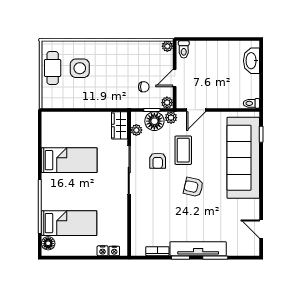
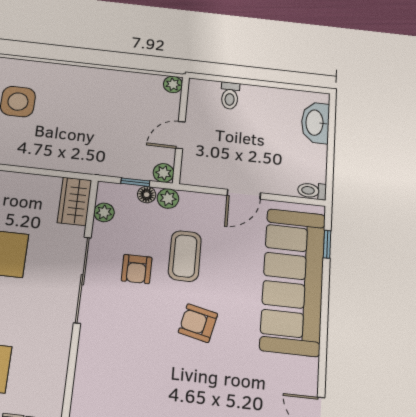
toilet: (184, 49) -> (230, 96), moved
chair: (144, 87) -> (125, 143), removed
door: (196, 110) -> (244, 194), moved
floor lamp: (154, 121) -> (147, 195), width x0.53, depth x0.53

